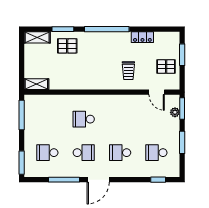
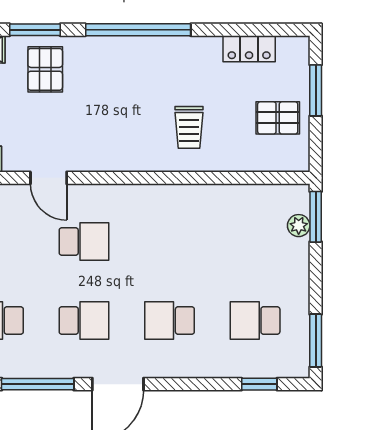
locker: (142, 37) -> (249, 49), moved
pallet: (67, 46) -> (45, 69), turned 90
door: (157, 92) -> (49, 178), moved
school desk: (84, 119) -> (84, 242), turned 180
window: (182, 142) -> (316, 341), moved

